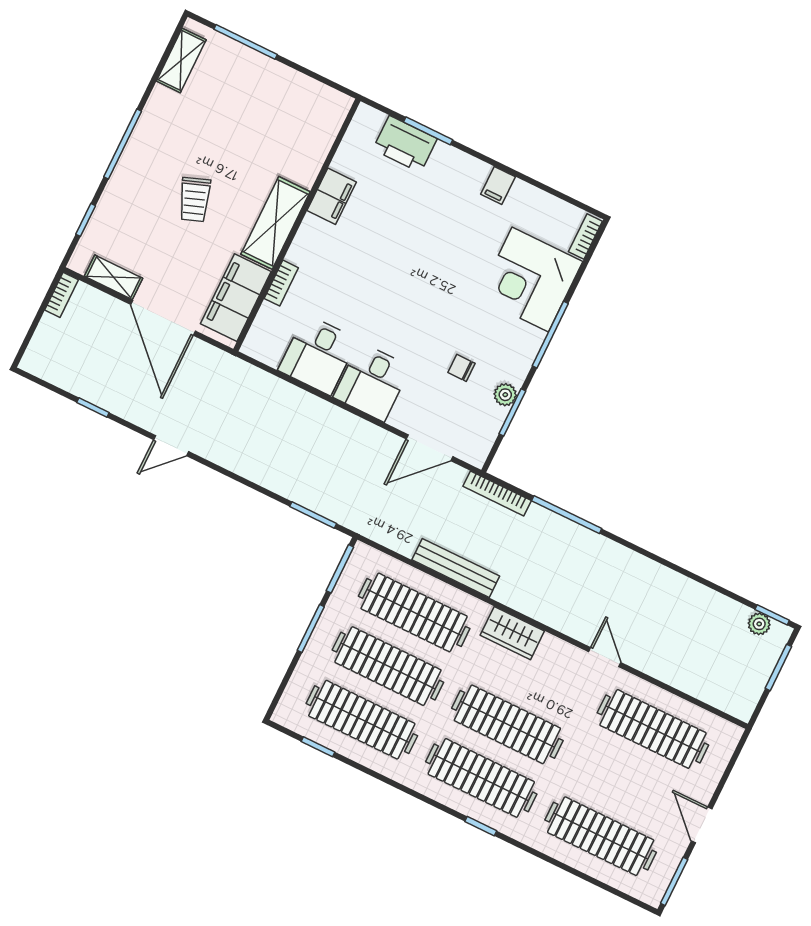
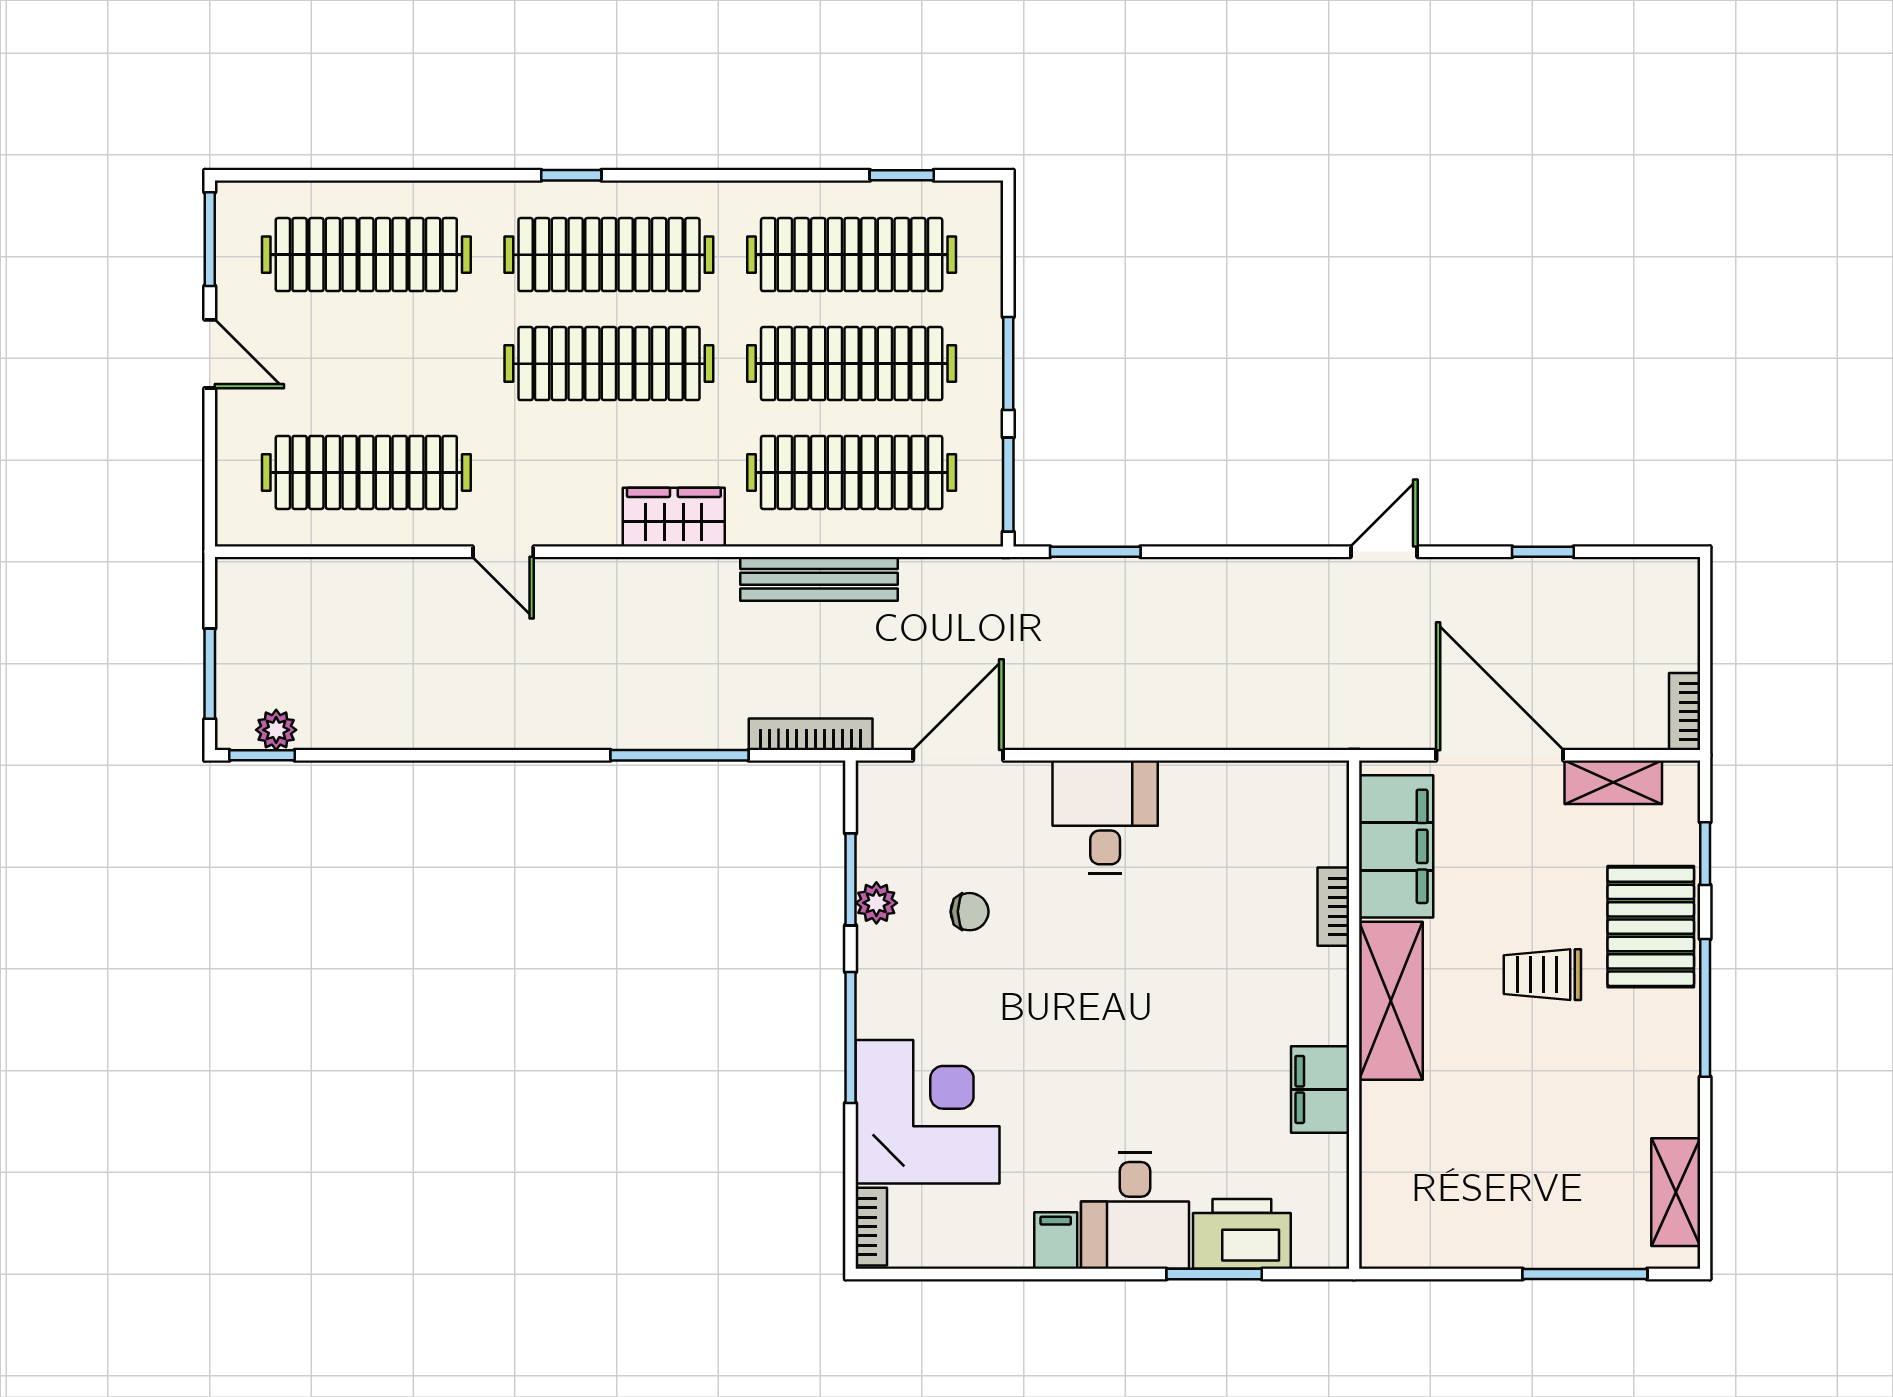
pallet: (130, 197) -> (1651, 927), added
trolley: (195, 199) -> (1542, 975), turned -70
desk: (318, 355) -> (1135, 1211), moved, turned 180

